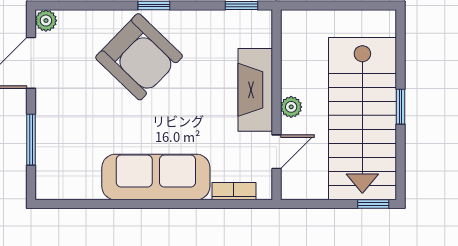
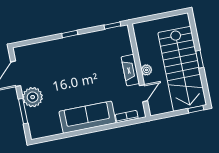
plant: (46, 21) -> (33, 97), moved, width x1.88, depth x1.88
armchair: (139, 57) -> (68, 60), removed
fireplace: (255, 90) -> (130, 70), width x0.73, depth x0.76

